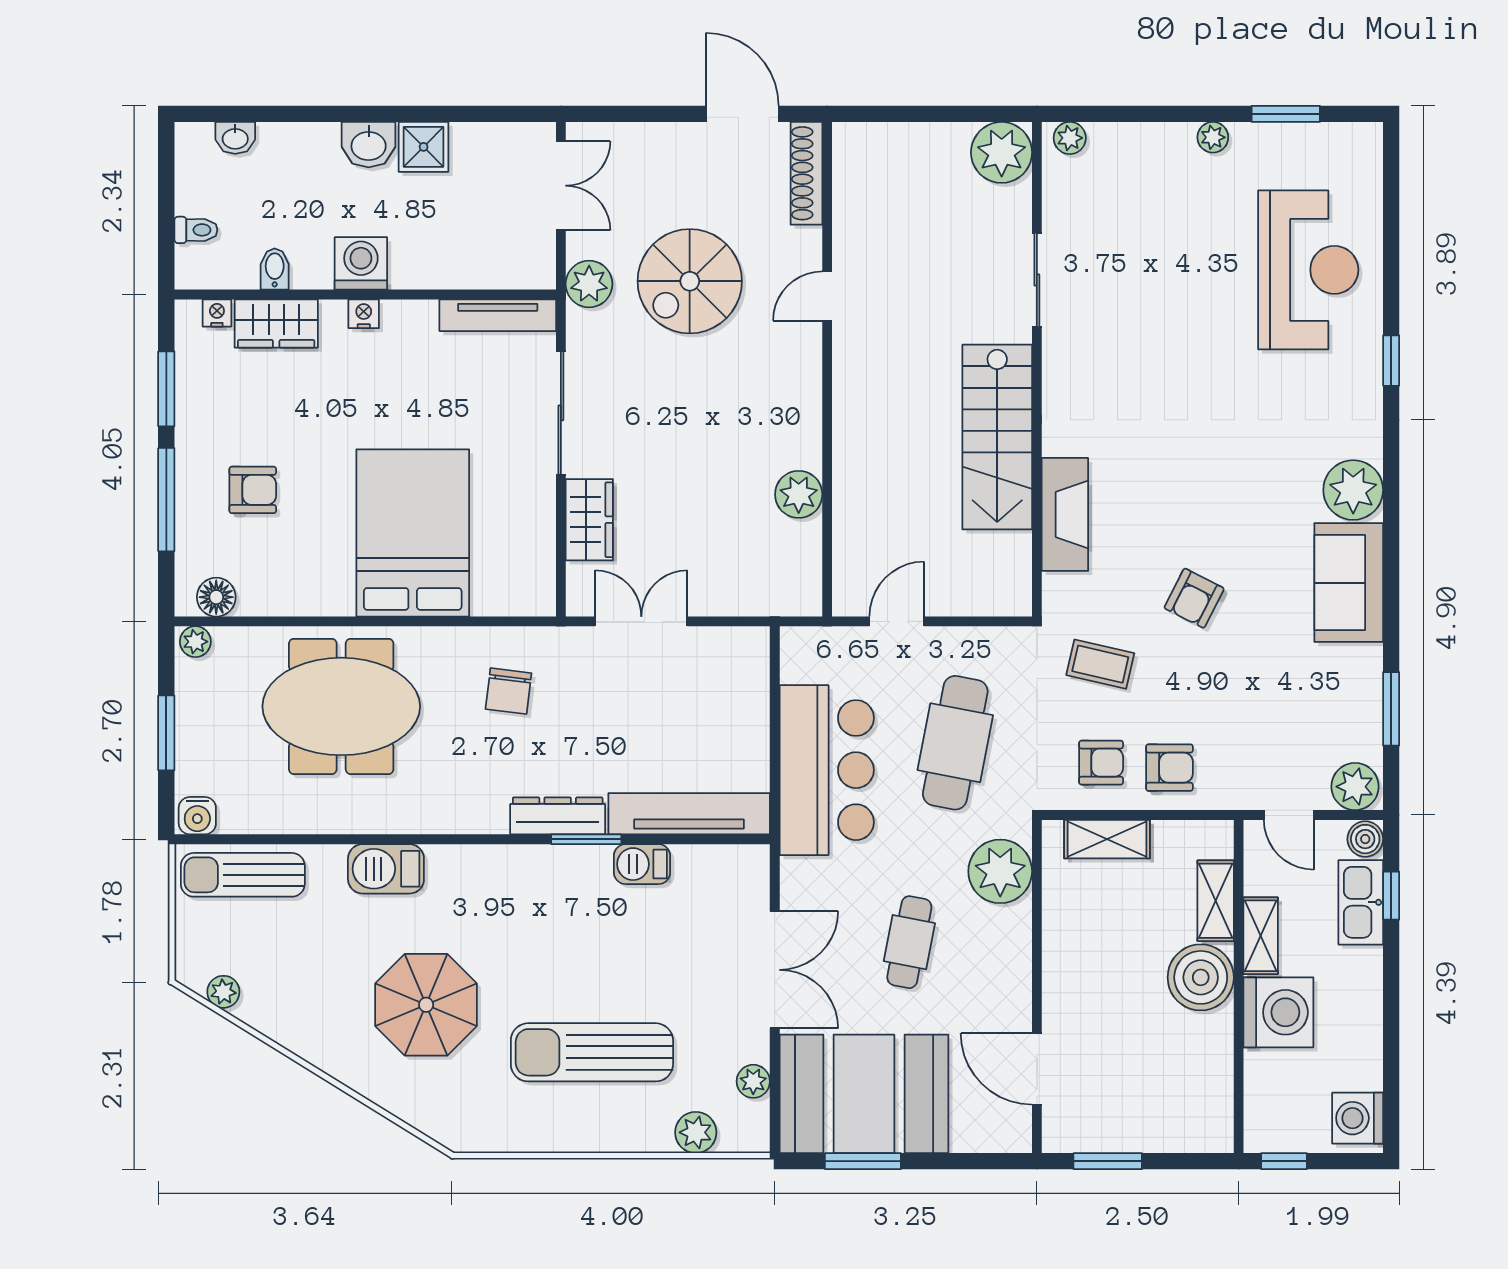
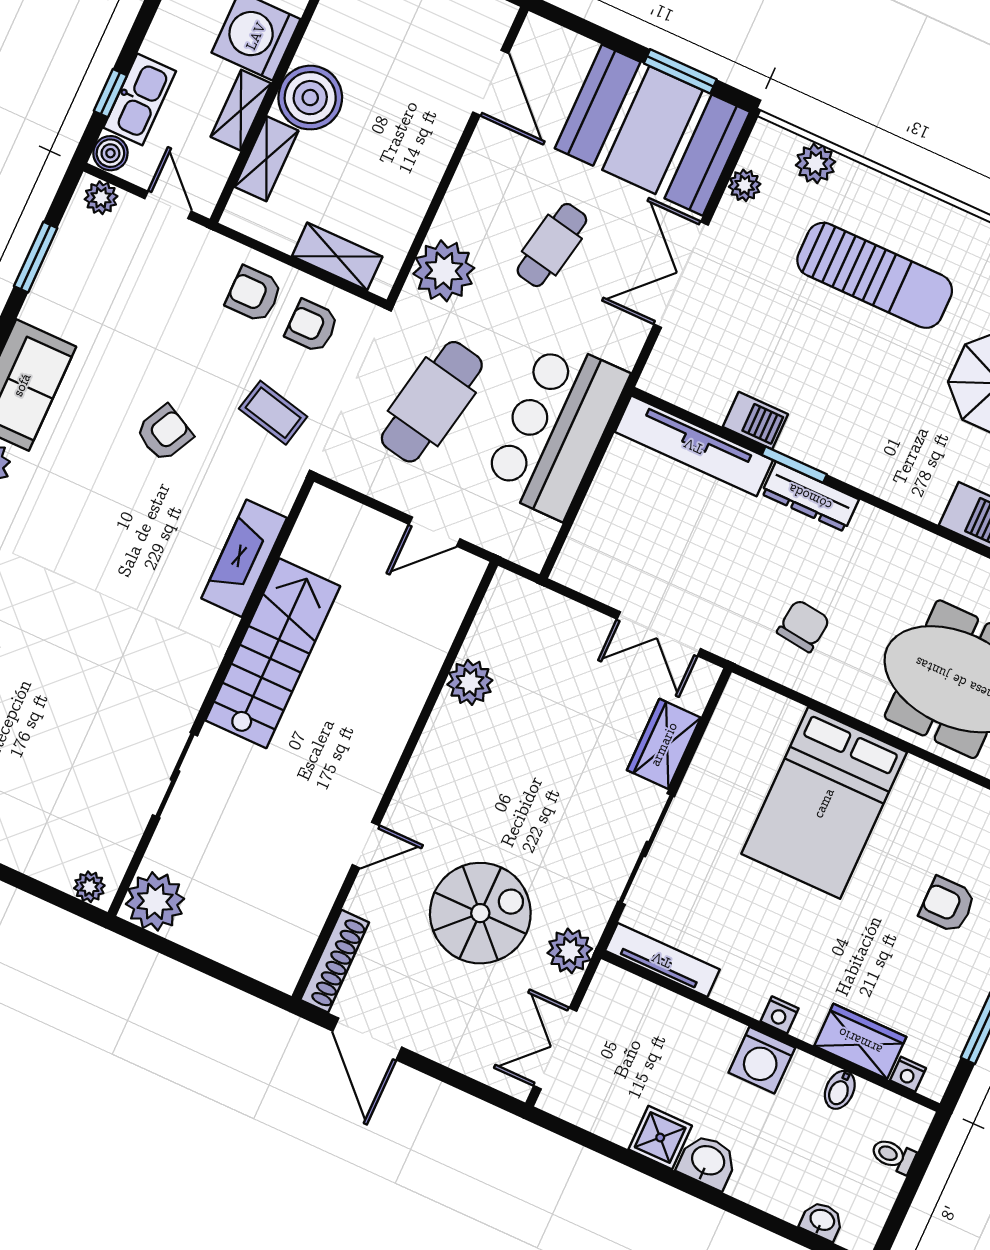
plant: (1355, 787) -> (101, 198), width x0.73, depth x0.73

